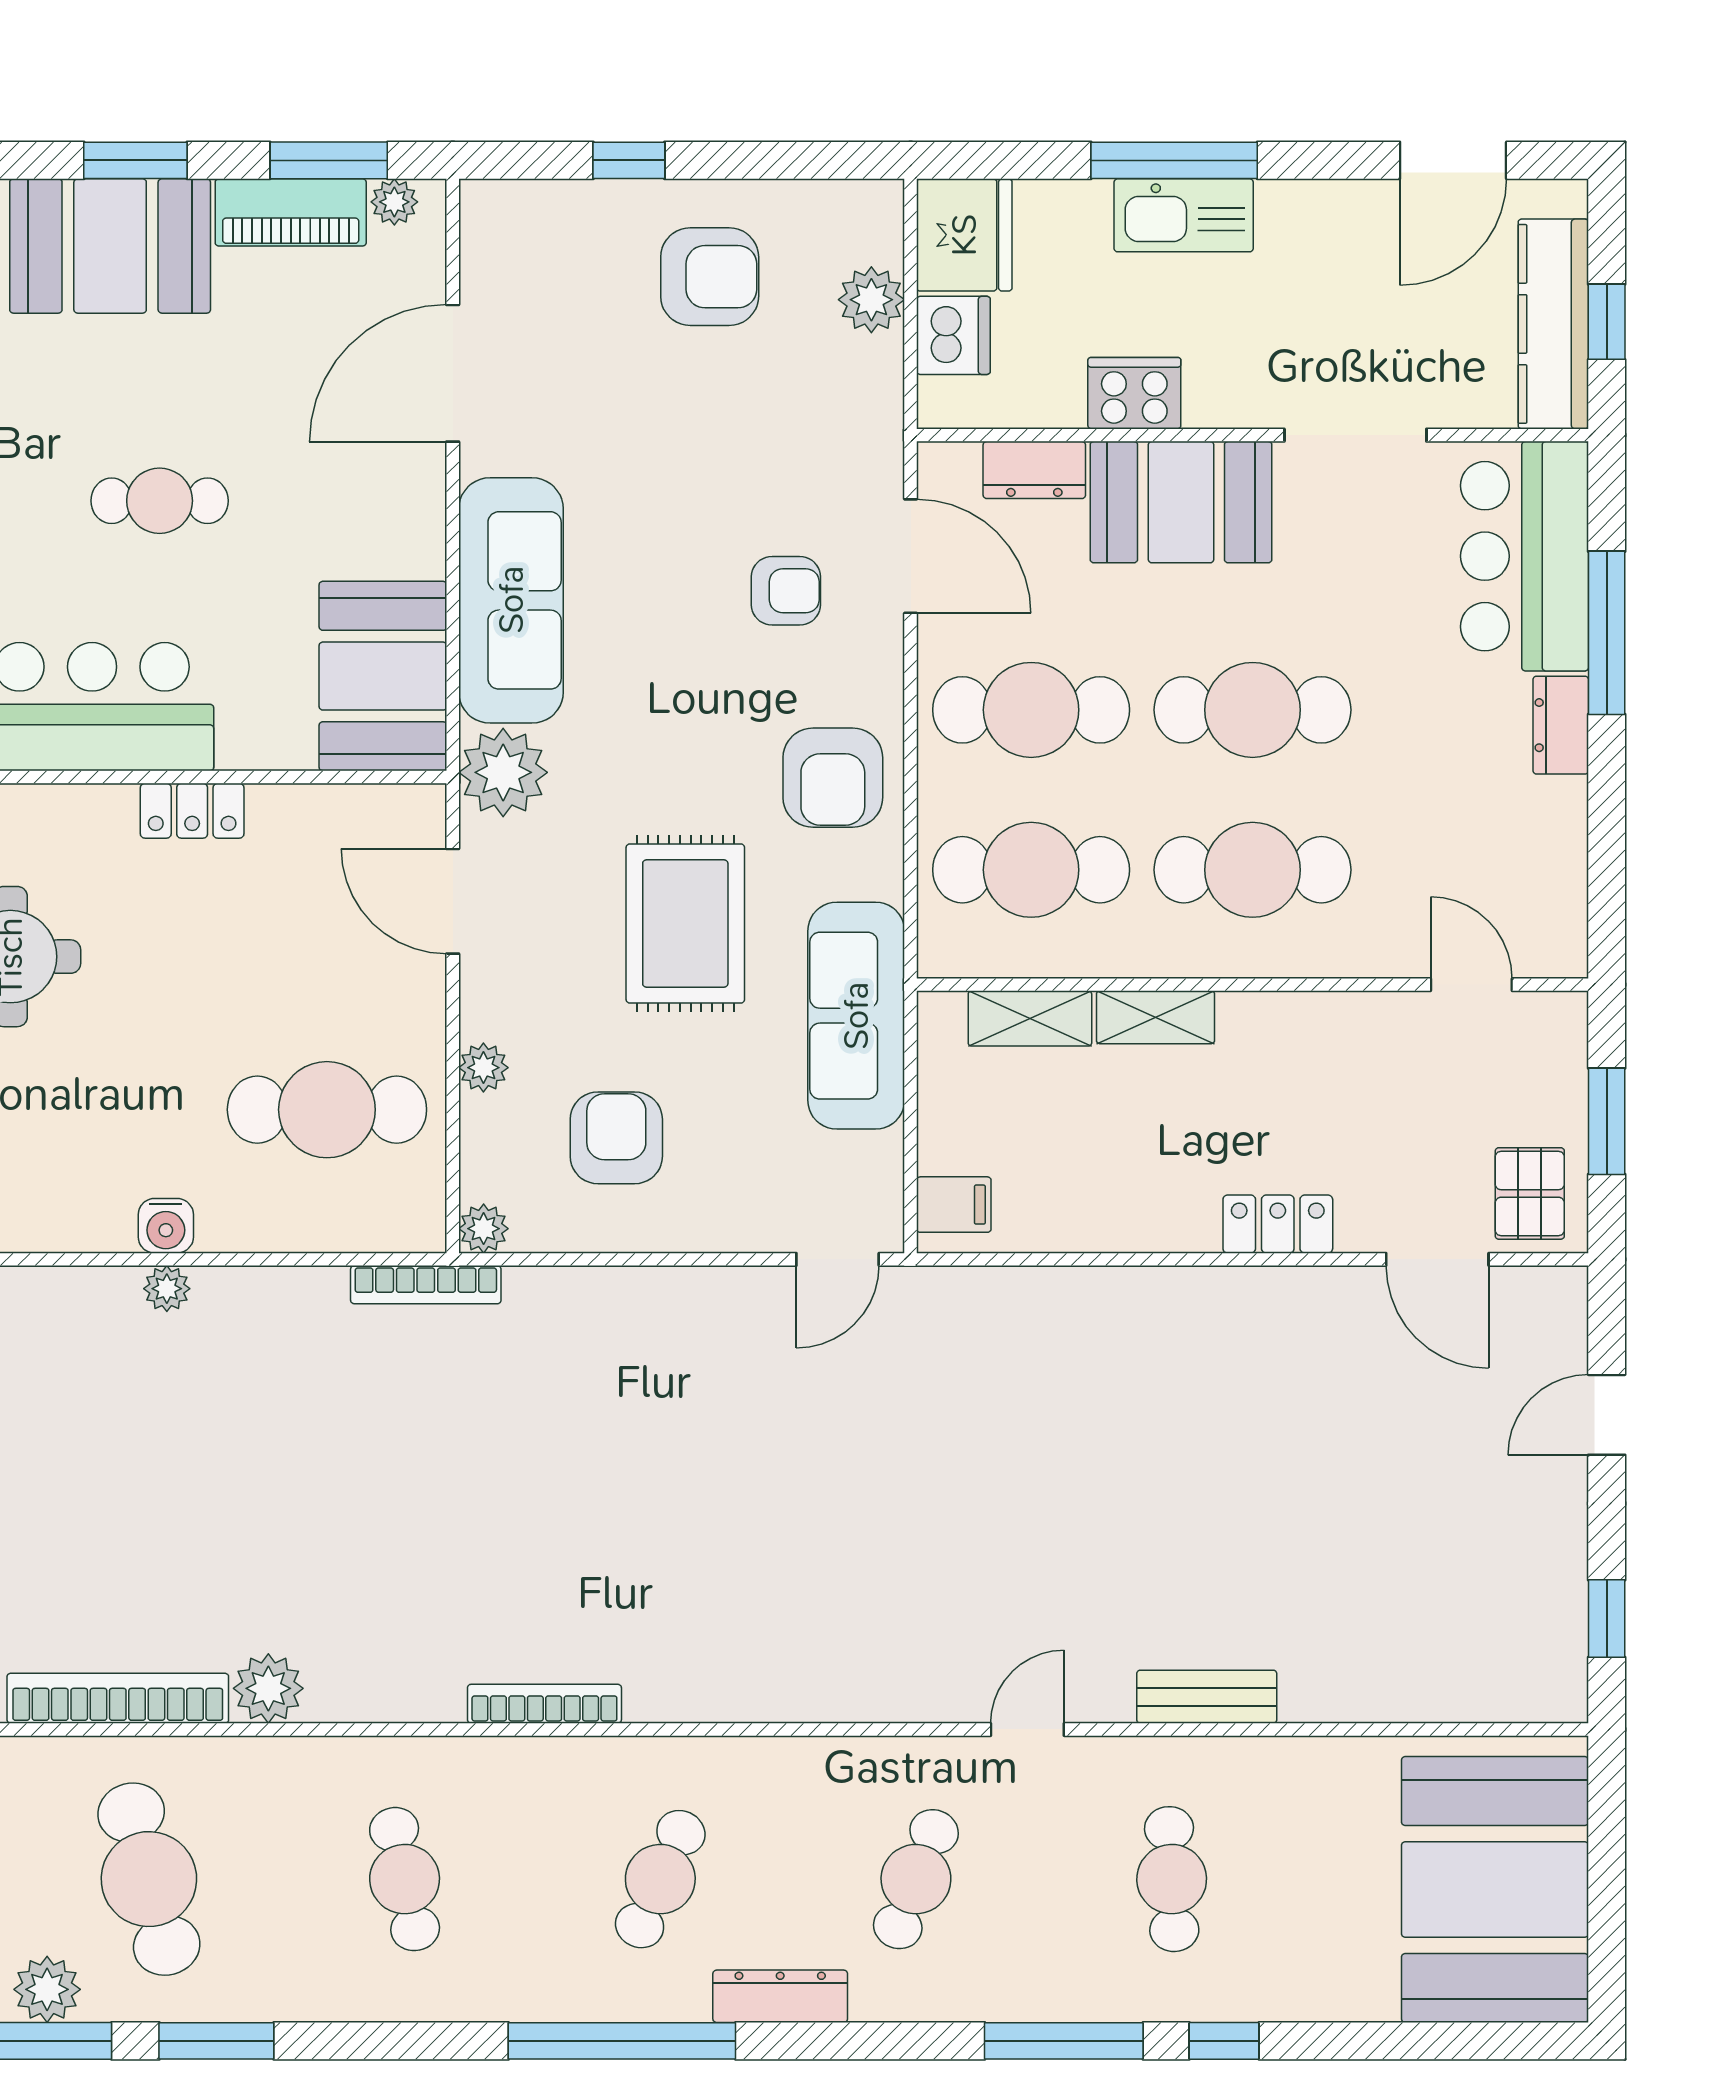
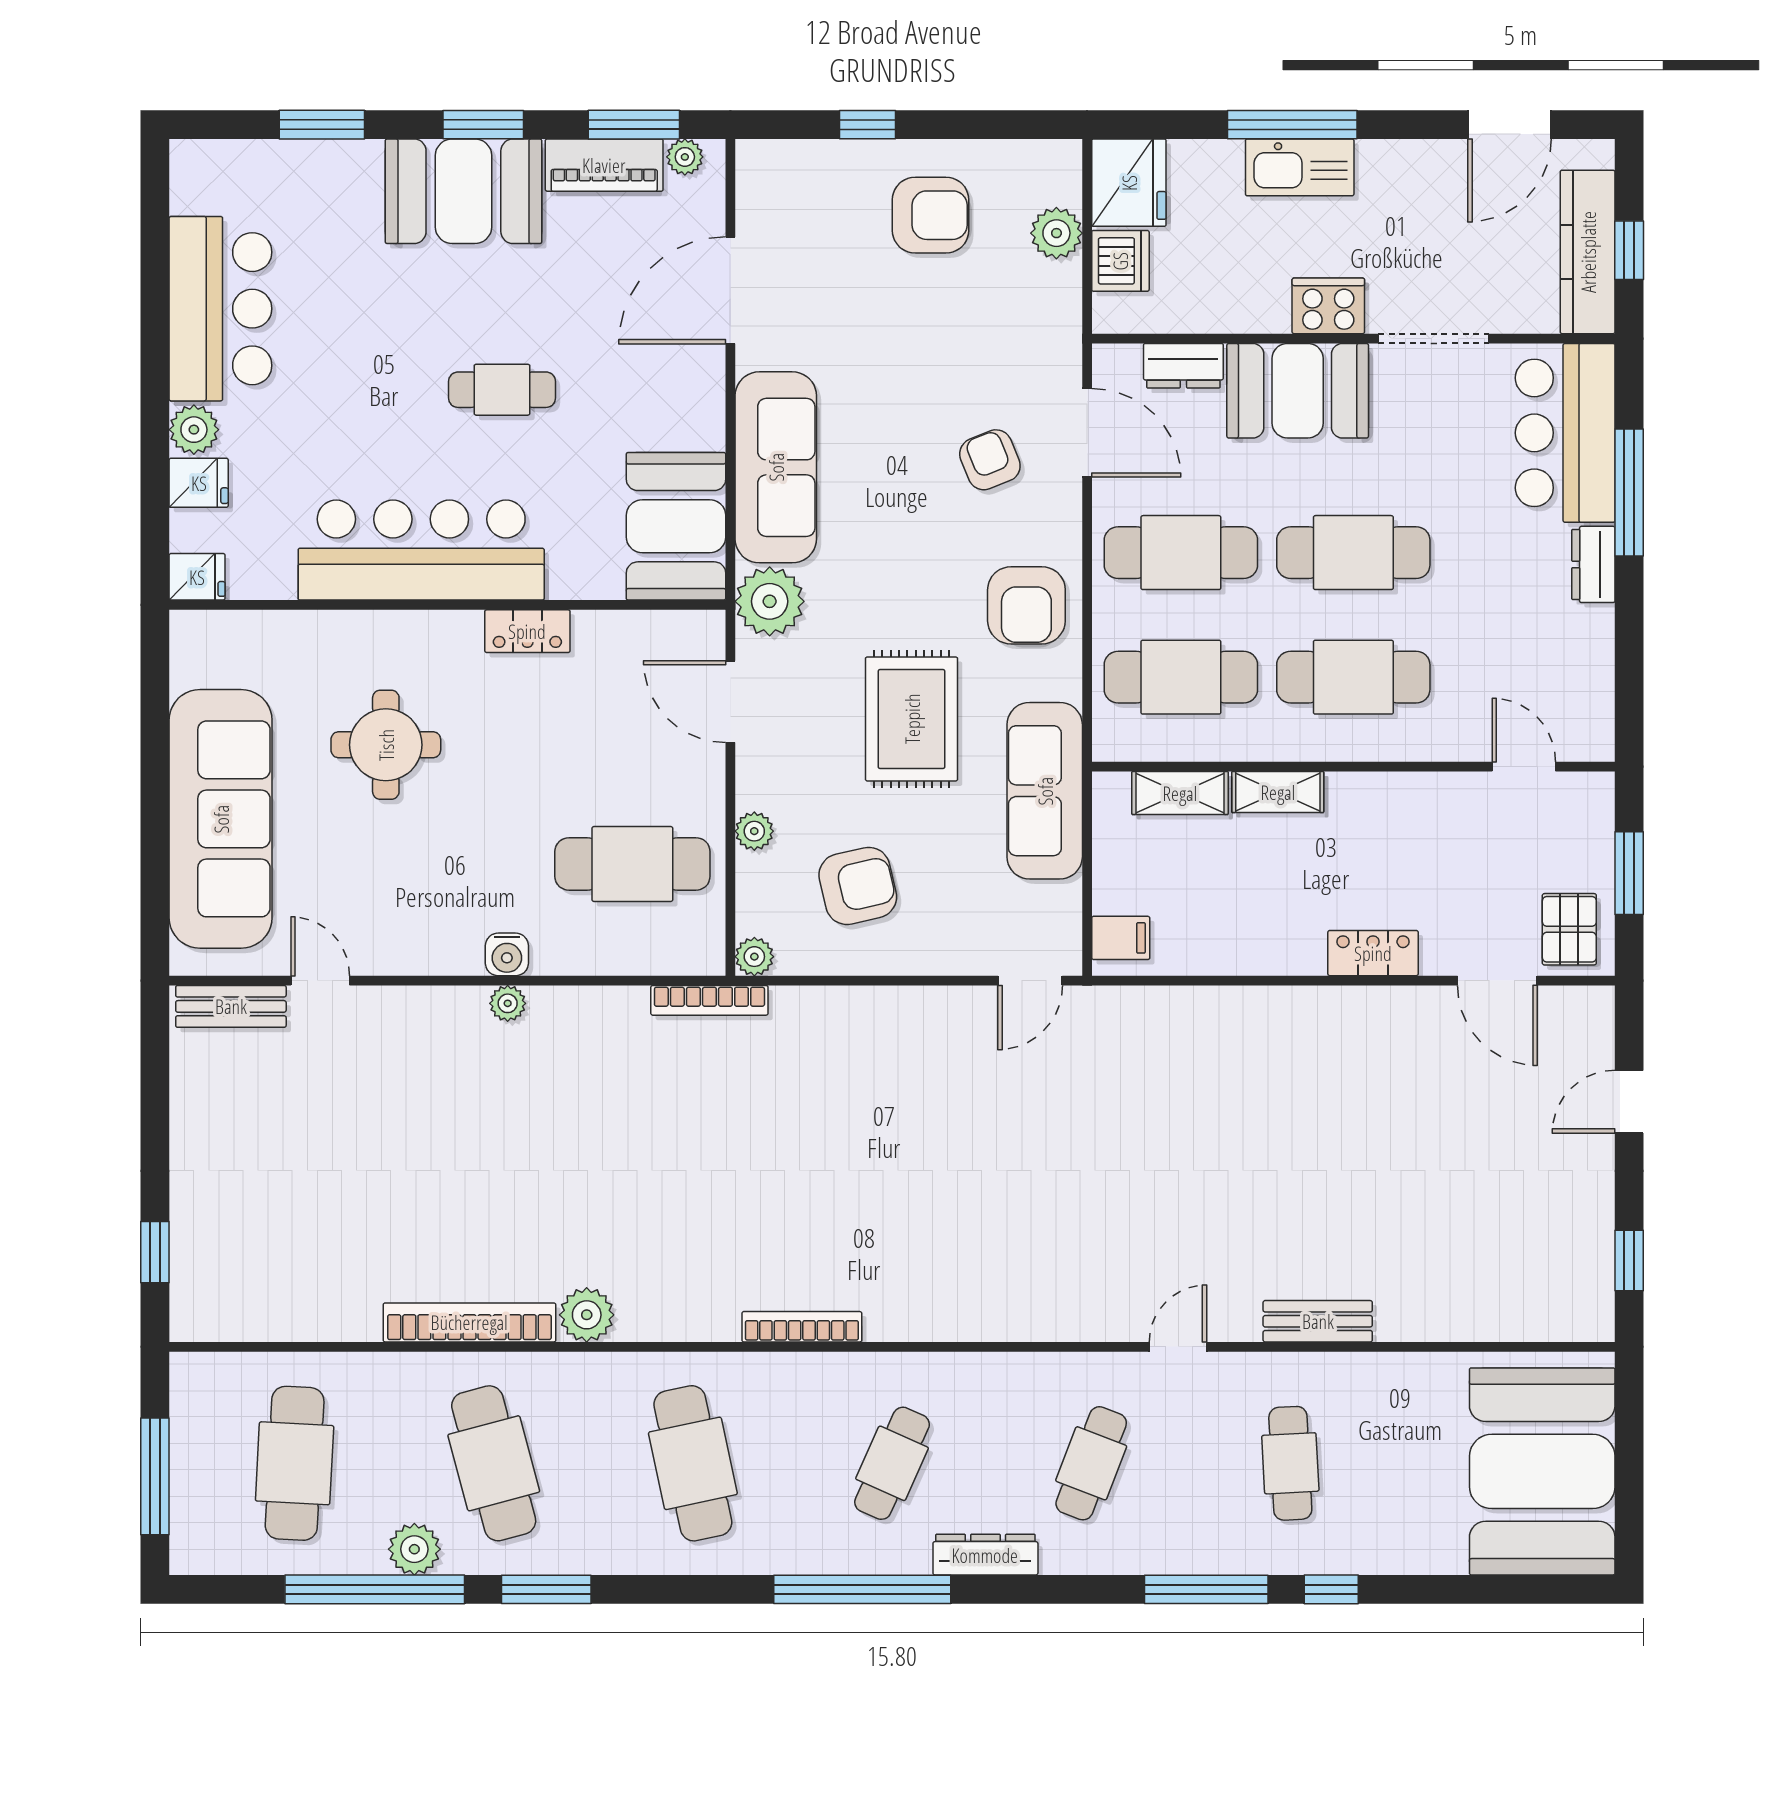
cooker: (1134, 393) -> (1328, 306), moved
armchair: (786, 591) -> (990, 460), turned -112
armchair: (616, 1138) -> (858, 886), turned 77
cafe table: (405, 1879) -> (693, 1463), width x1.37, depth x1.35

